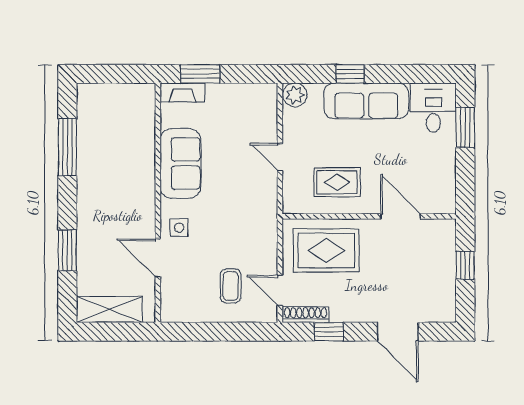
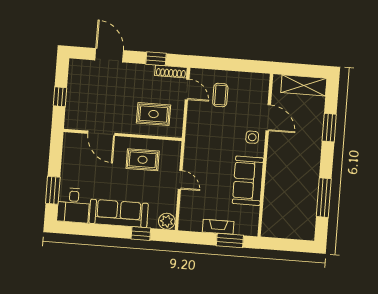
window: (350, 74) -> (141, 234), moved
fireplace: (182, 93) -> (218, 227), moved
rug: (326, 251) -> (154, 114), width x0.73, depth x0.70

